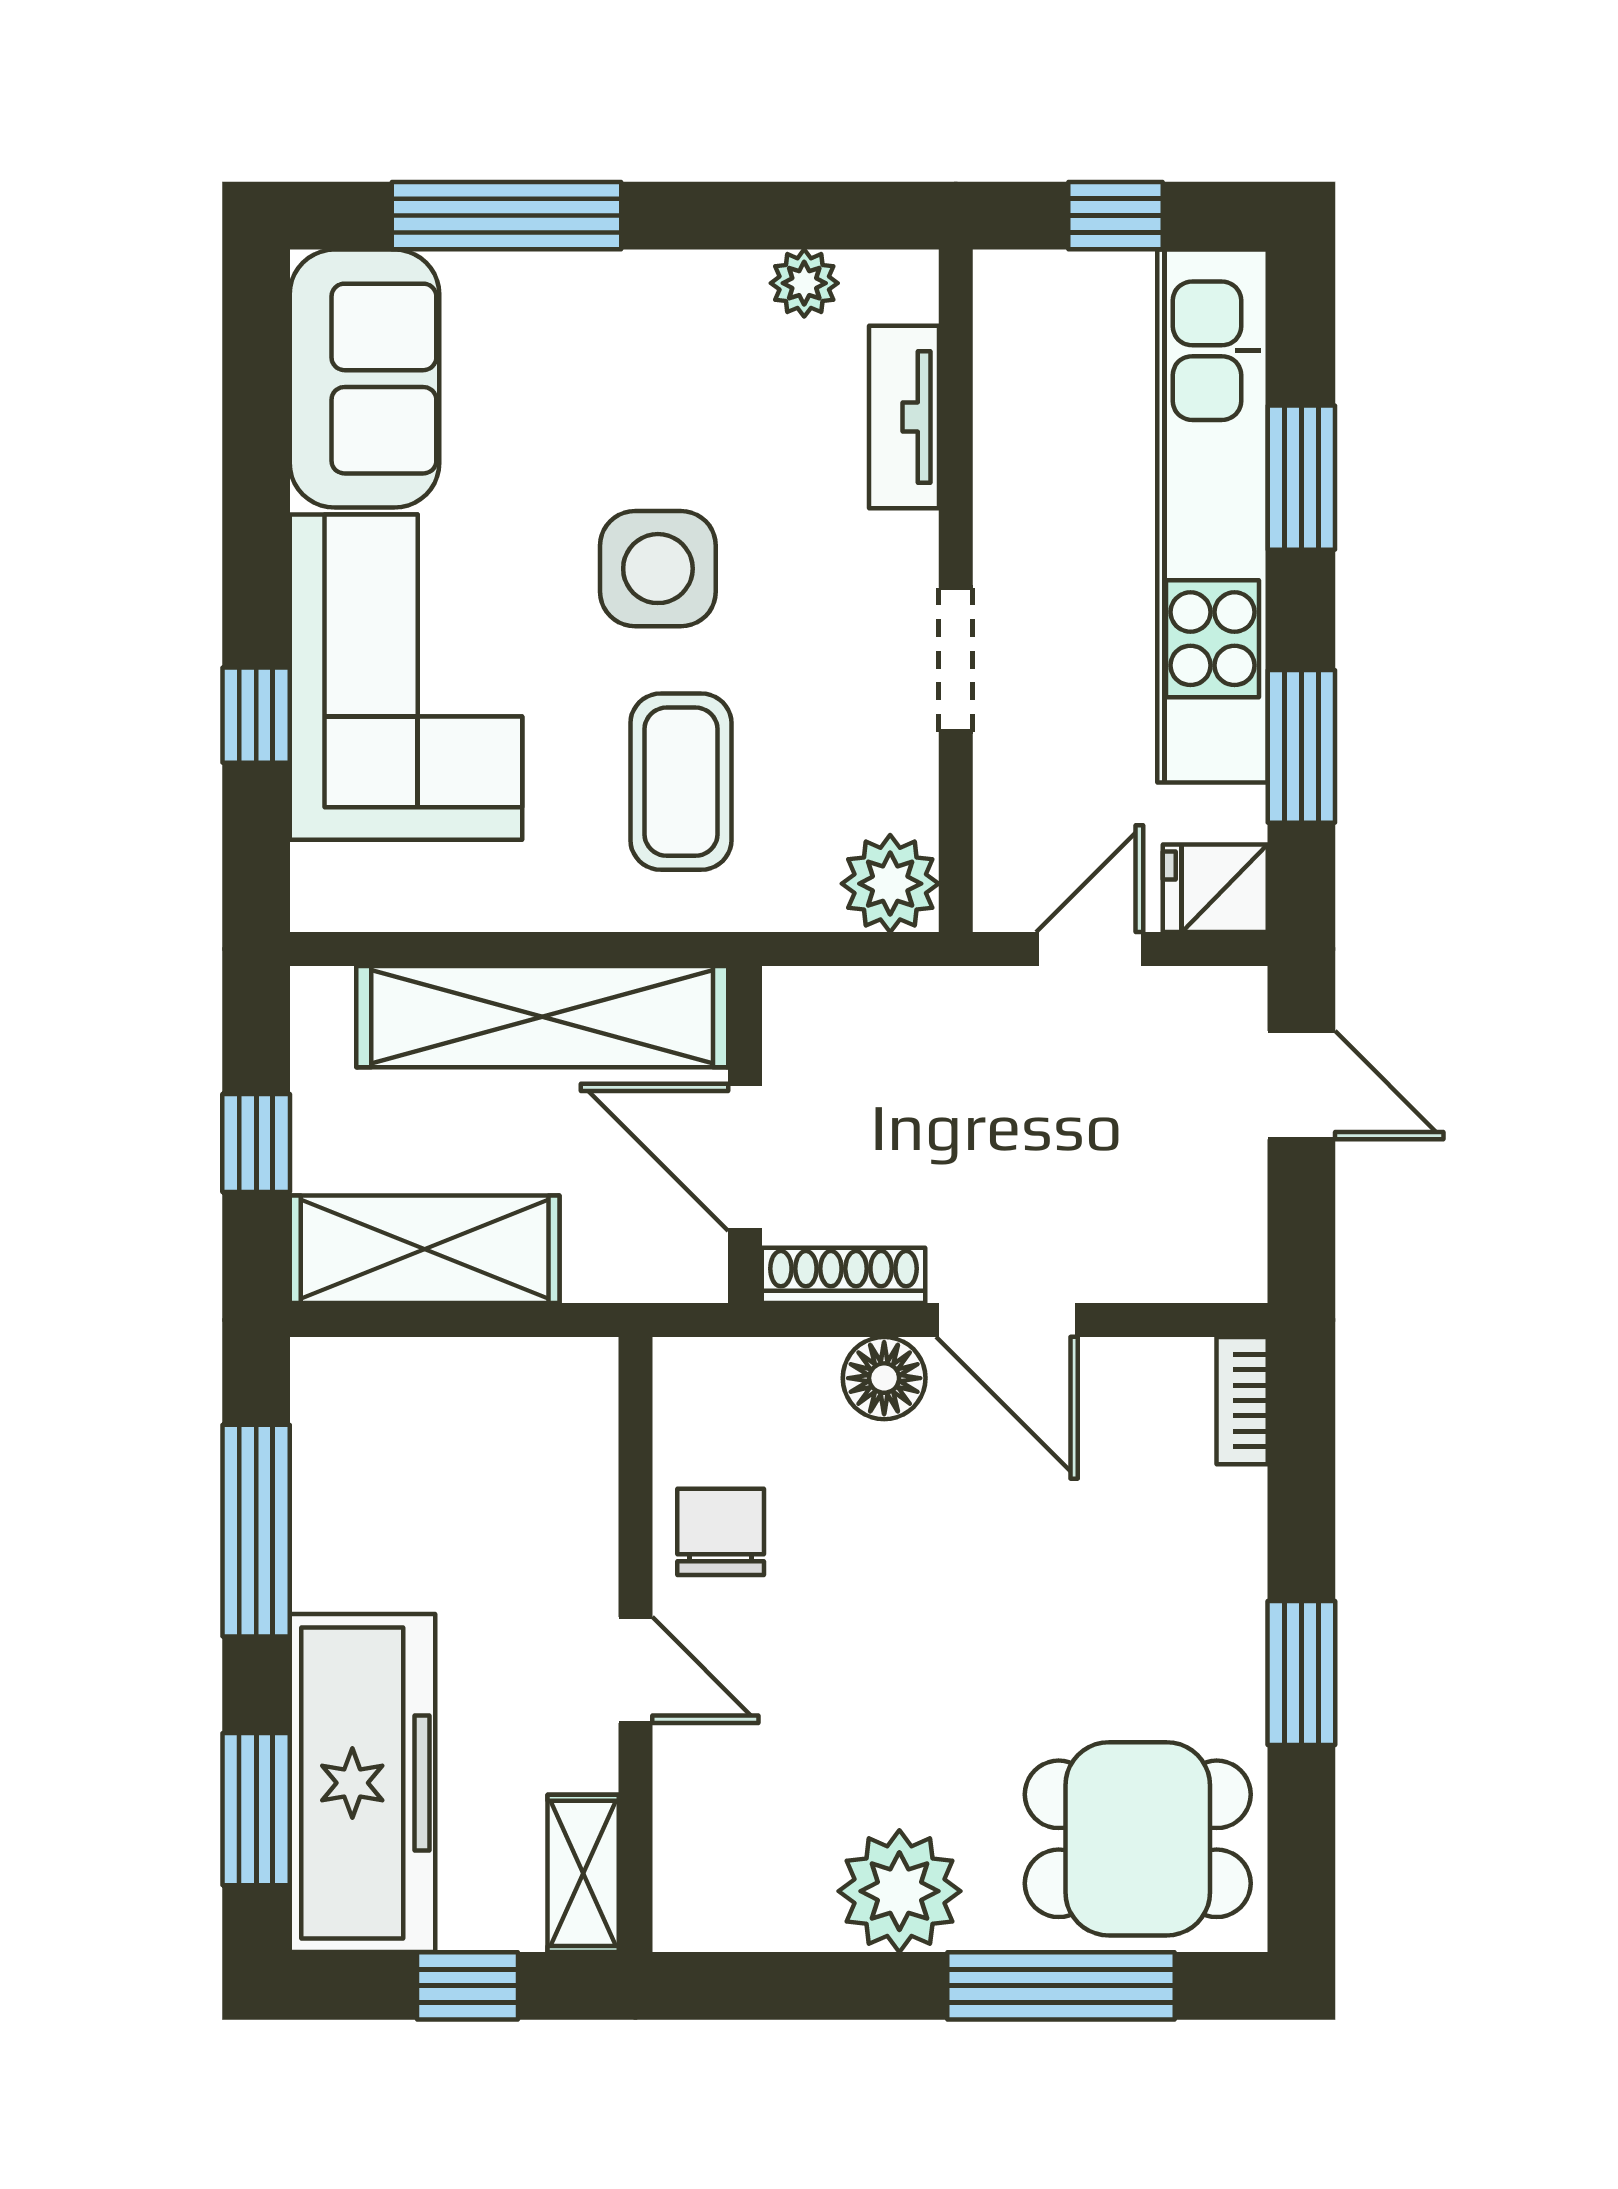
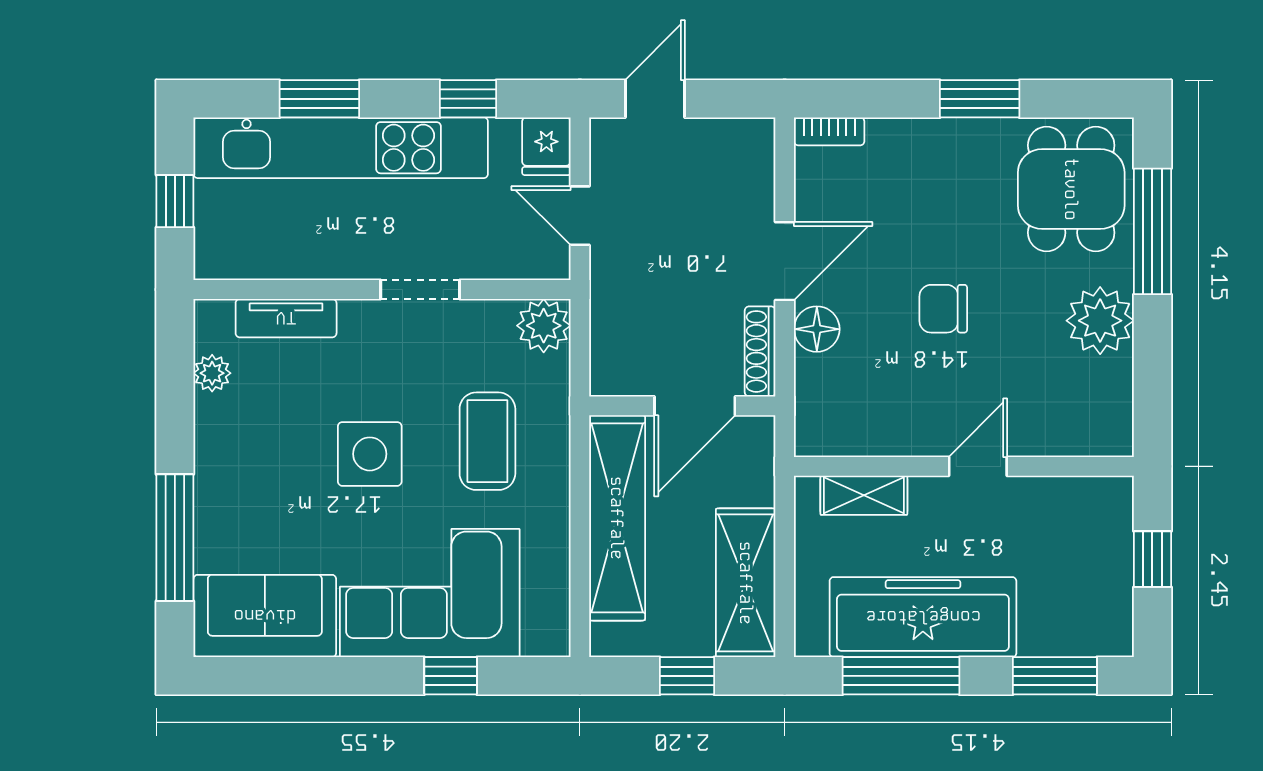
window: (1301, 746) -> (468, 99), width x0.67
coffee table: (681, 782) -> (487, 441), turned 90
chair: (721, 1532) -> (943, 309), moved
freezer: (362, 1783) -> (923, 617), moved
shelving: (583, 1873) -> (864, 495), moved

